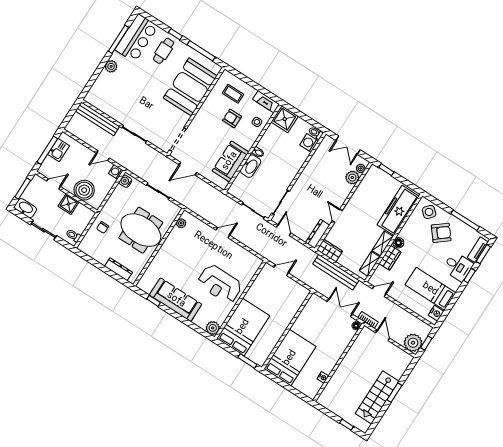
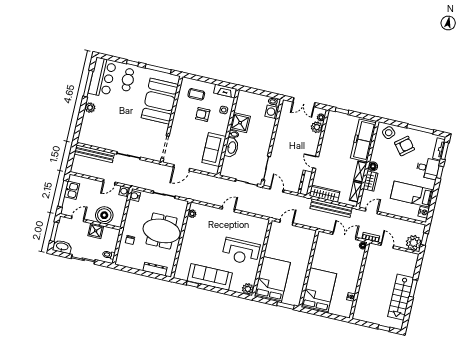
shower: (285, 119) -> (240, 123), moved
wardrobe: (330, 251) -> (324, 194), width x1.50

